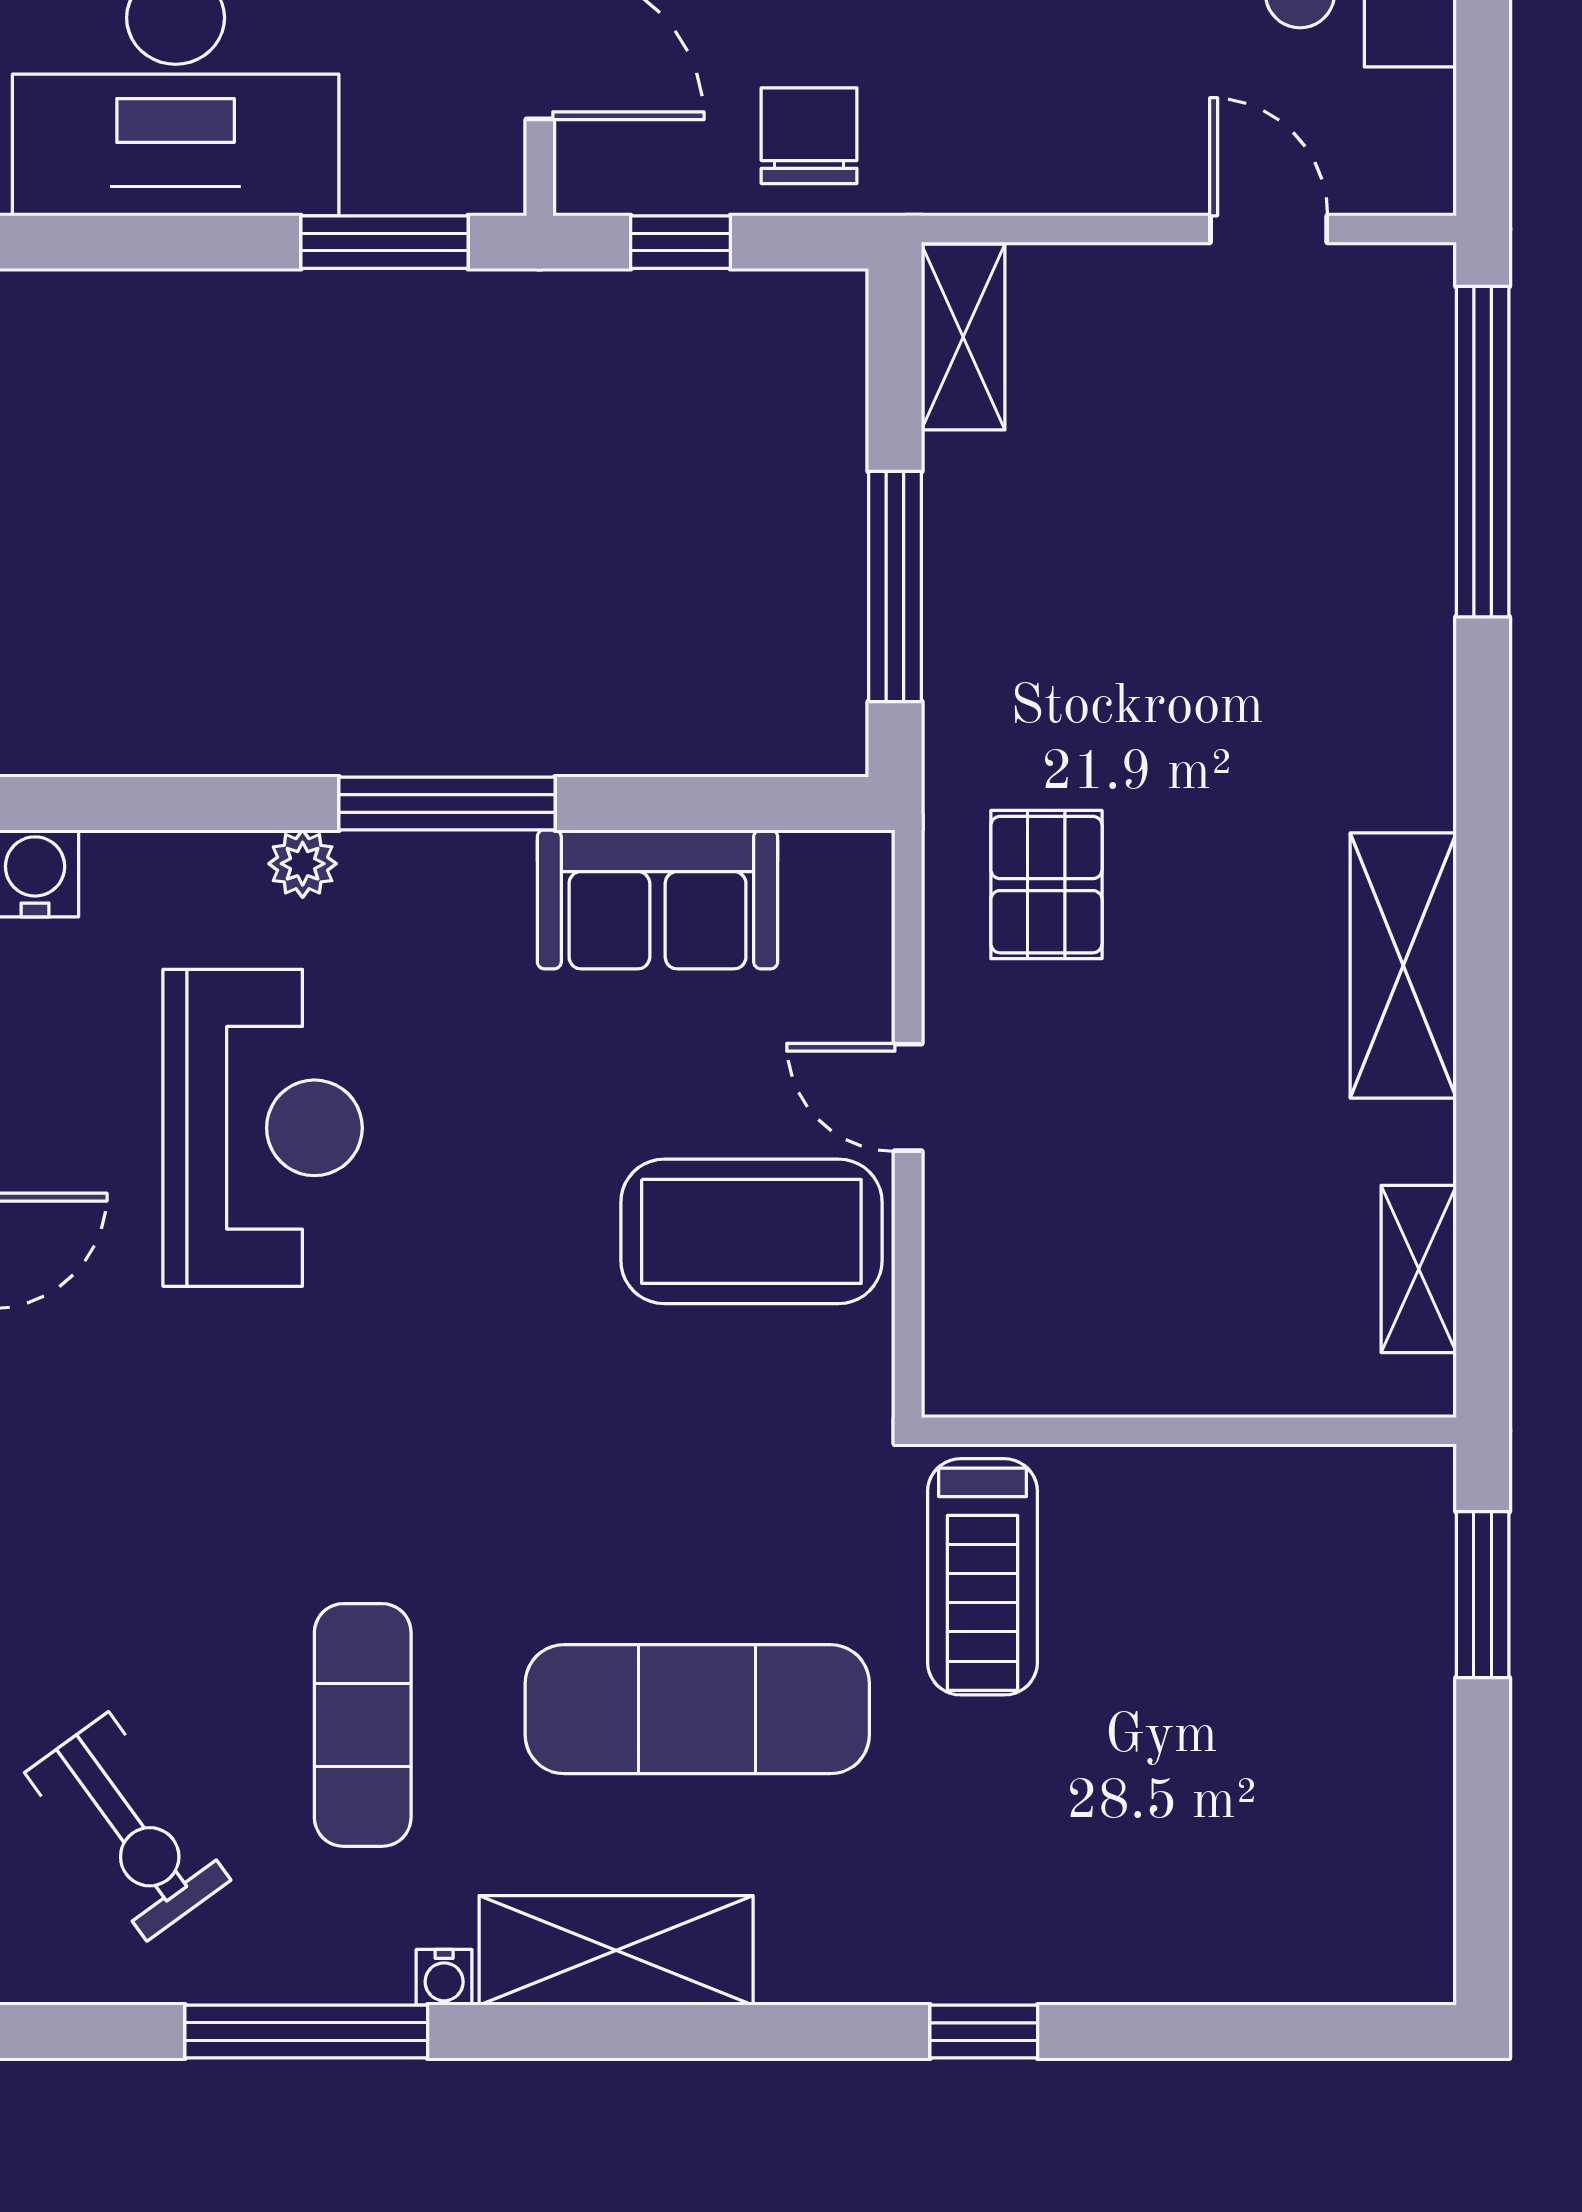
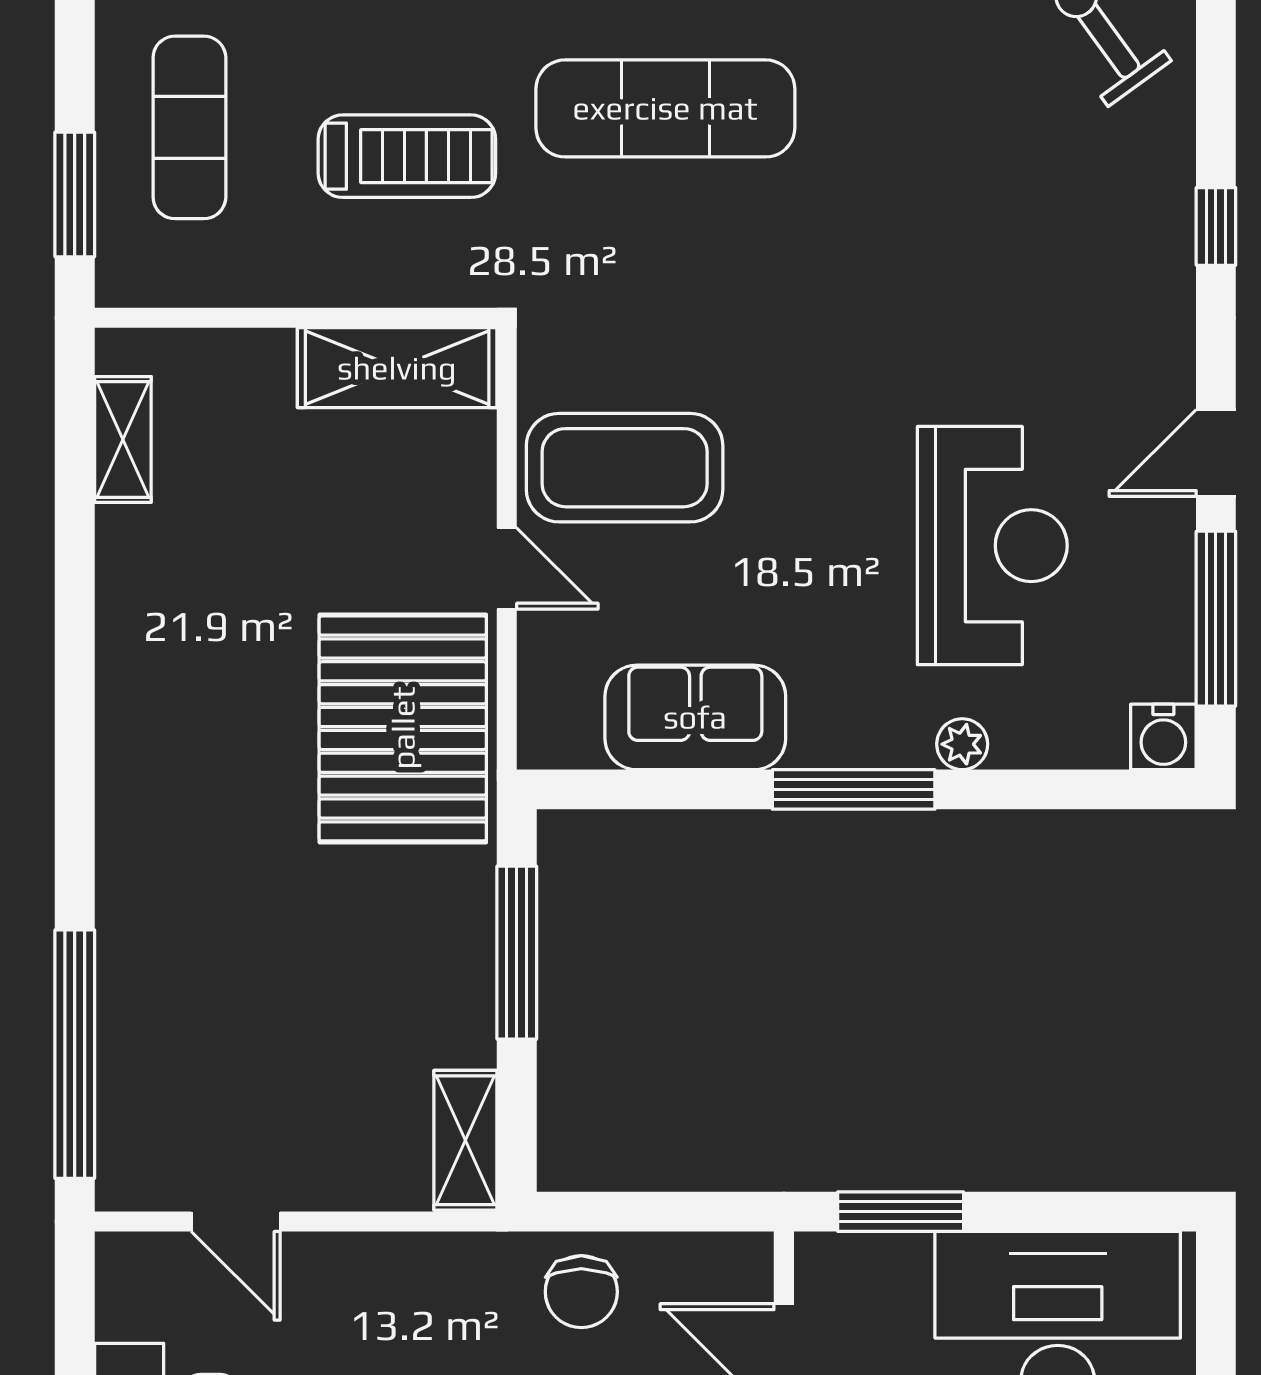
window: (681, 242) -> (678, 1212), removed
pallet: (1046, 885) -> (403, 728), width x2.05, depth x2.00
shelving: (1403, 965) -> (397, 368), moved, turned 90
reception desk: (263, 1128) -> (992, 546), turned 180
treadmill: (982, 1577) -> (407, 156), moved, turned 90
exercise mat: (363, 1725) -> (189, 127), moved

